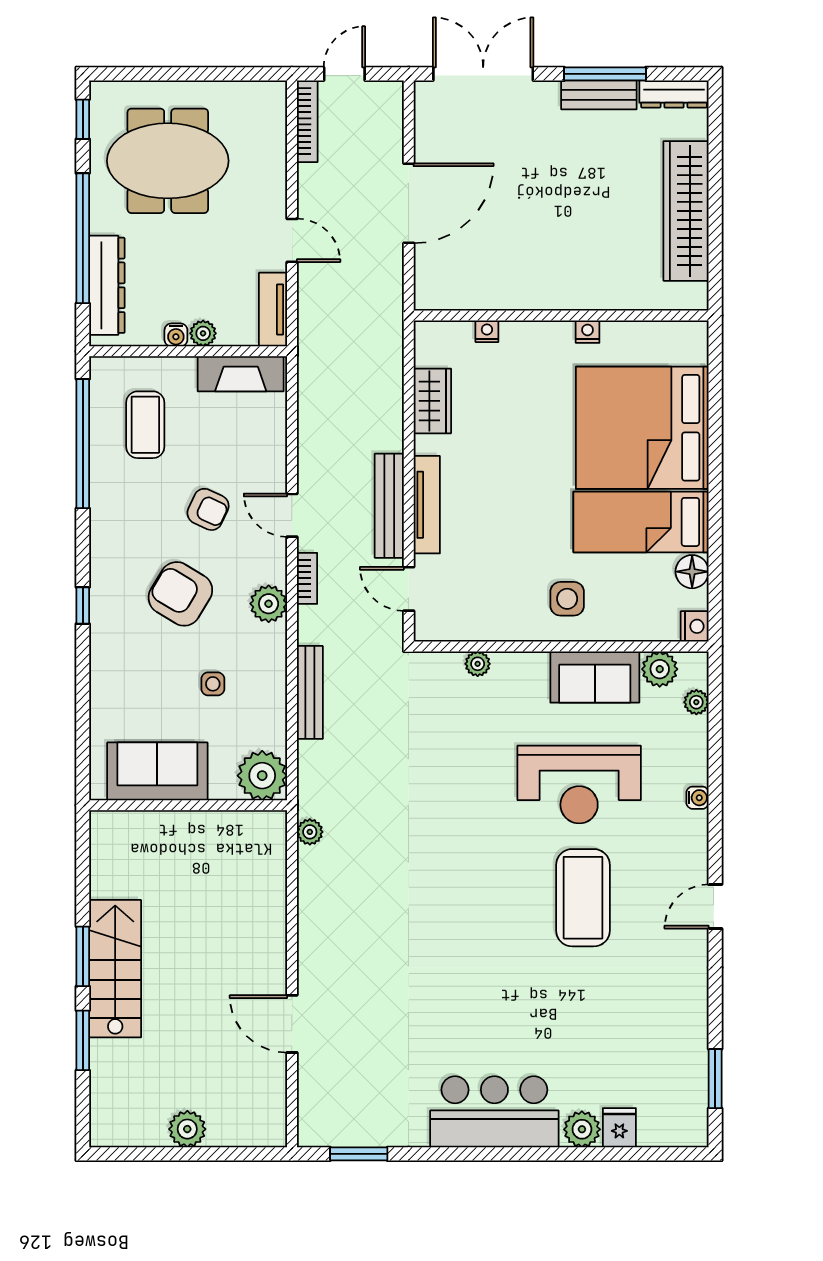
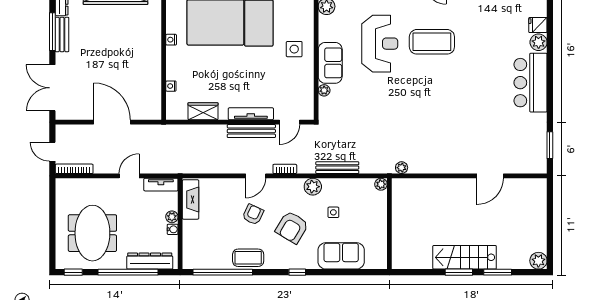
coffee table: (145, 425) -> (248, 258), moved
plant: (269, 604) -> (313, 187), moved
sofa: (595, 677) -> (330, 63), moved
sofa: (157, 771) -> (341, 256), moved, turned 90
plant: (262, 776) -> (381, 184), width x0.53, depth x0.53
plant: (187, 1129) -> (538, 261), moved

